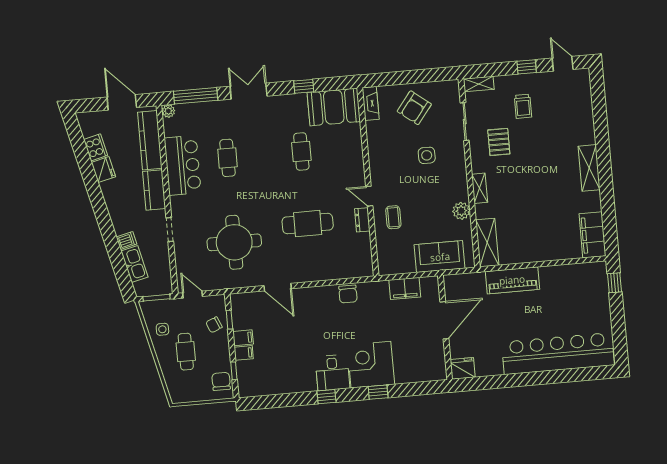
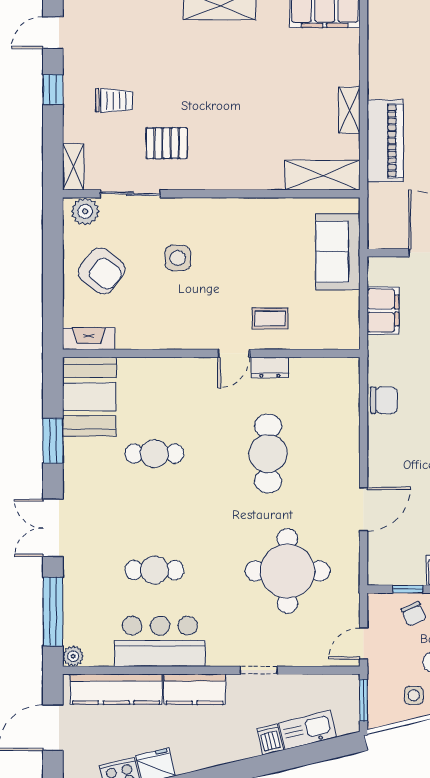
window: (304, 86) -> (53, 441), width x1.50
shelving: (480, 188) -> (349, 110), moved, turned 90
plant: (461, 211) -> (85, 211), moved

